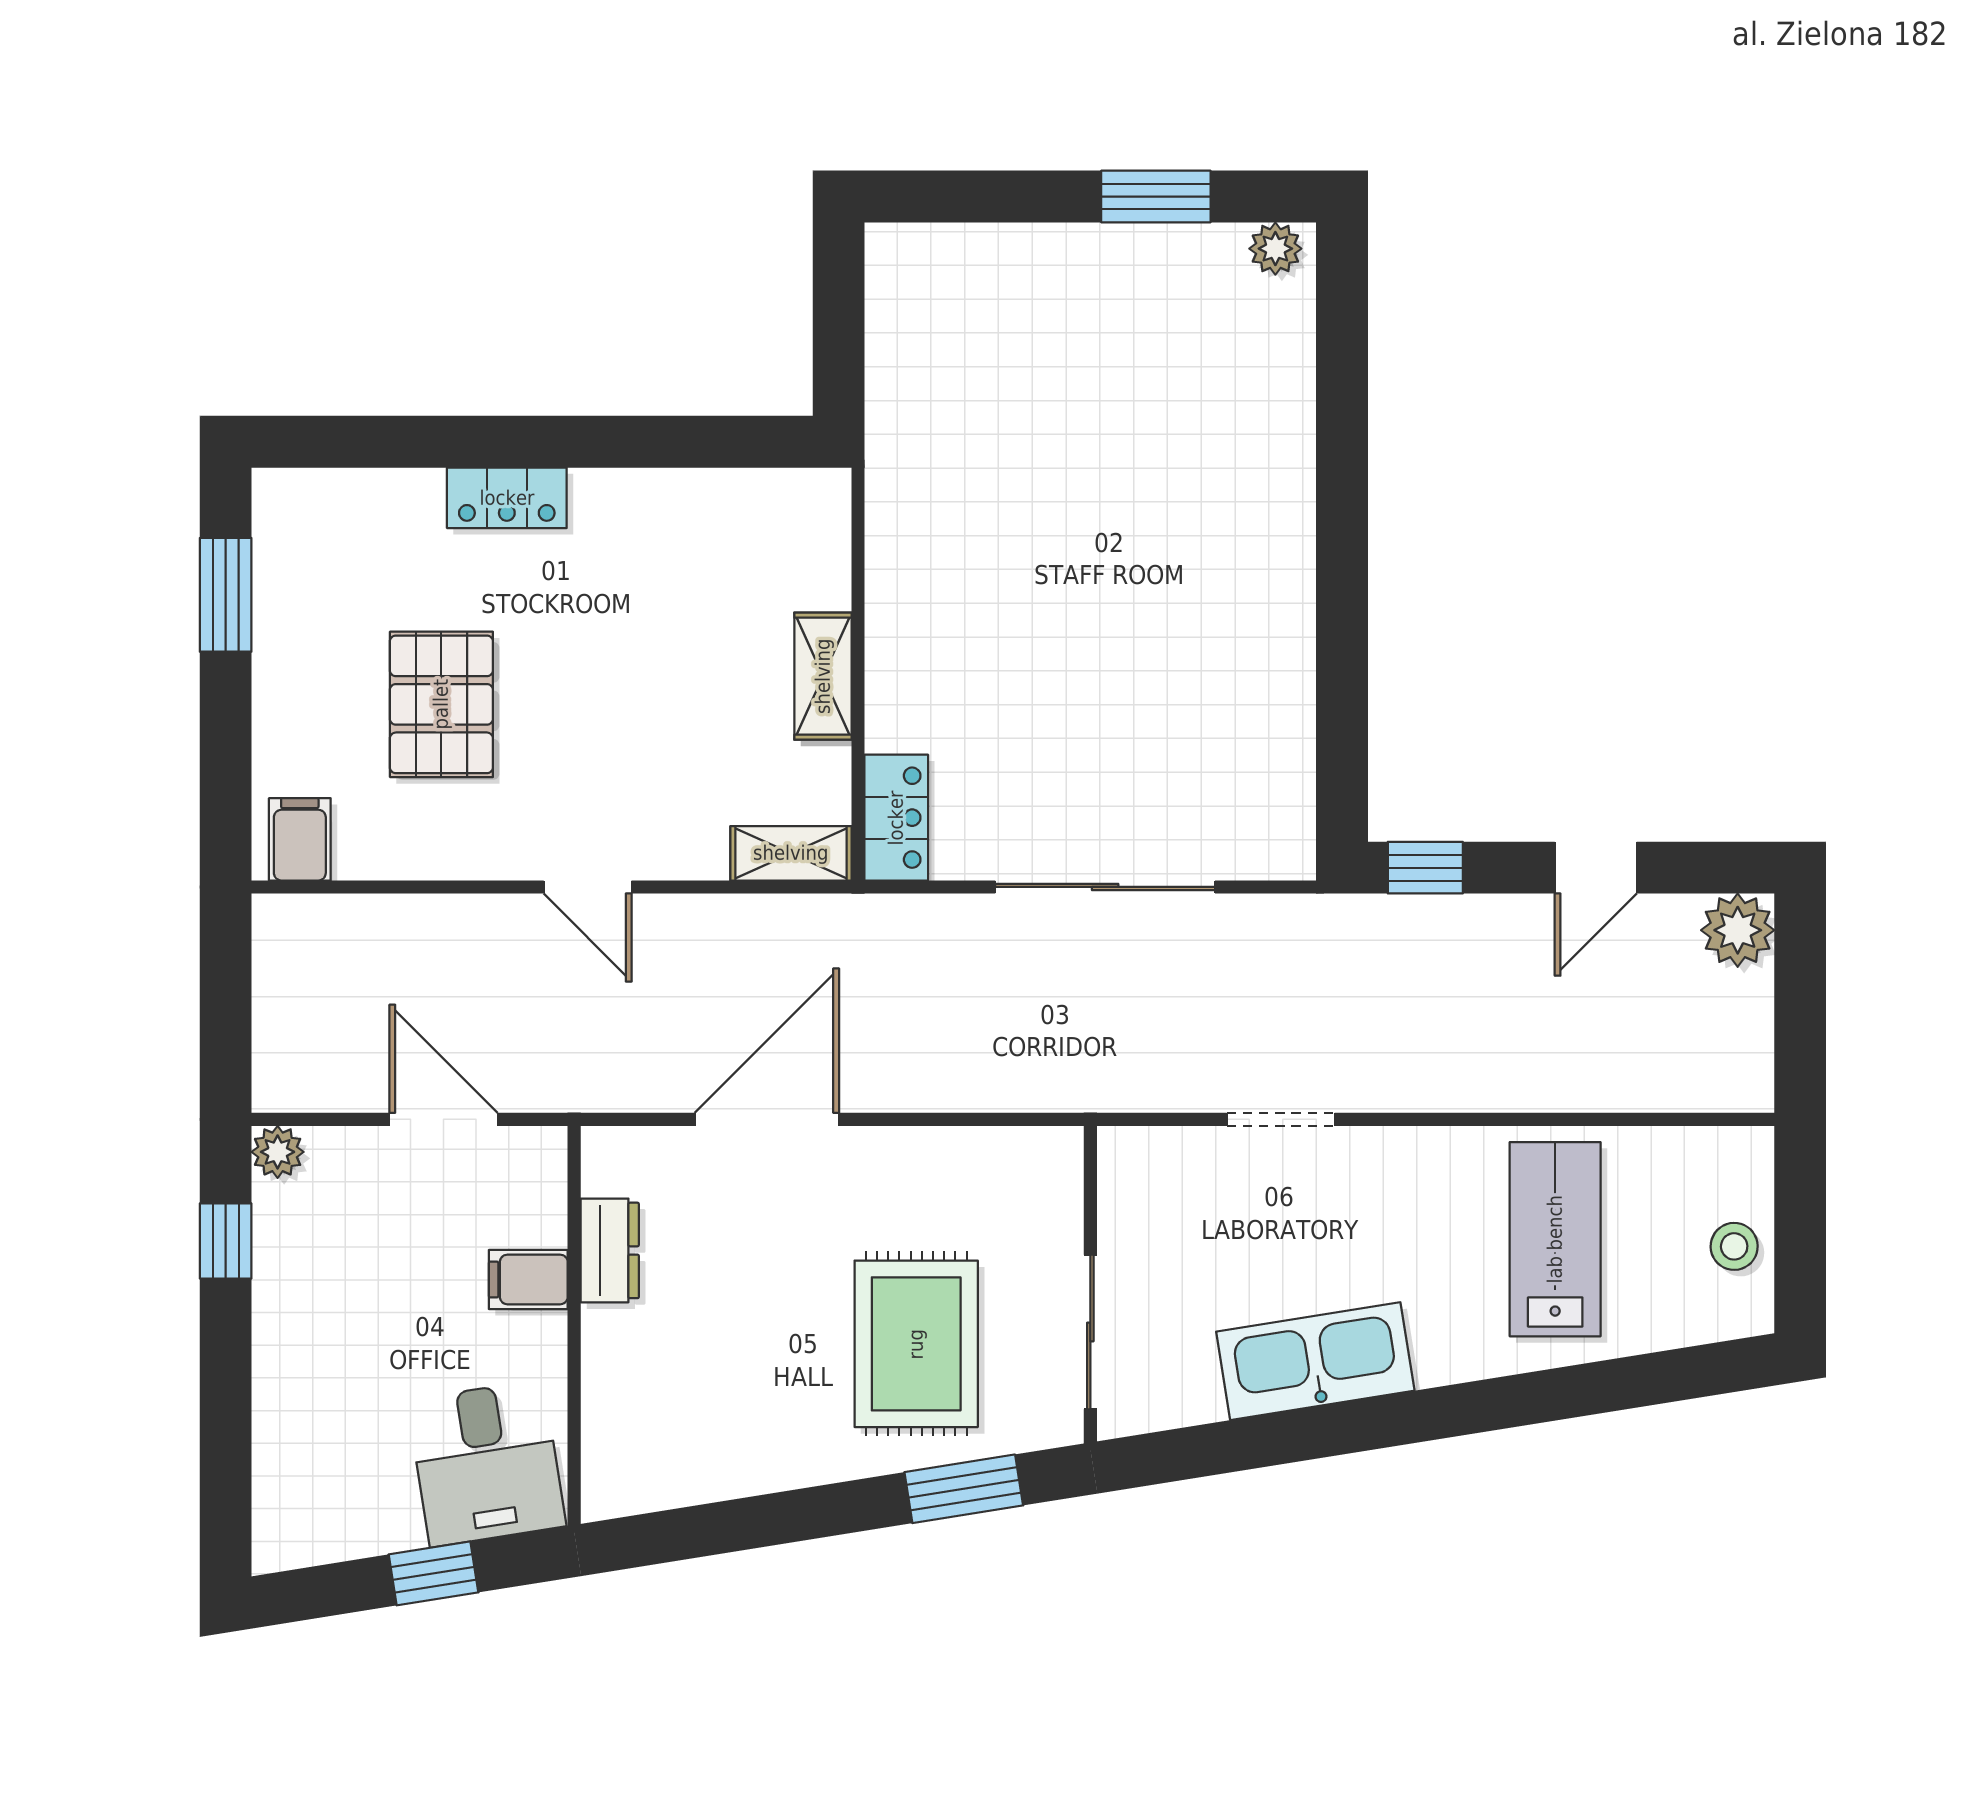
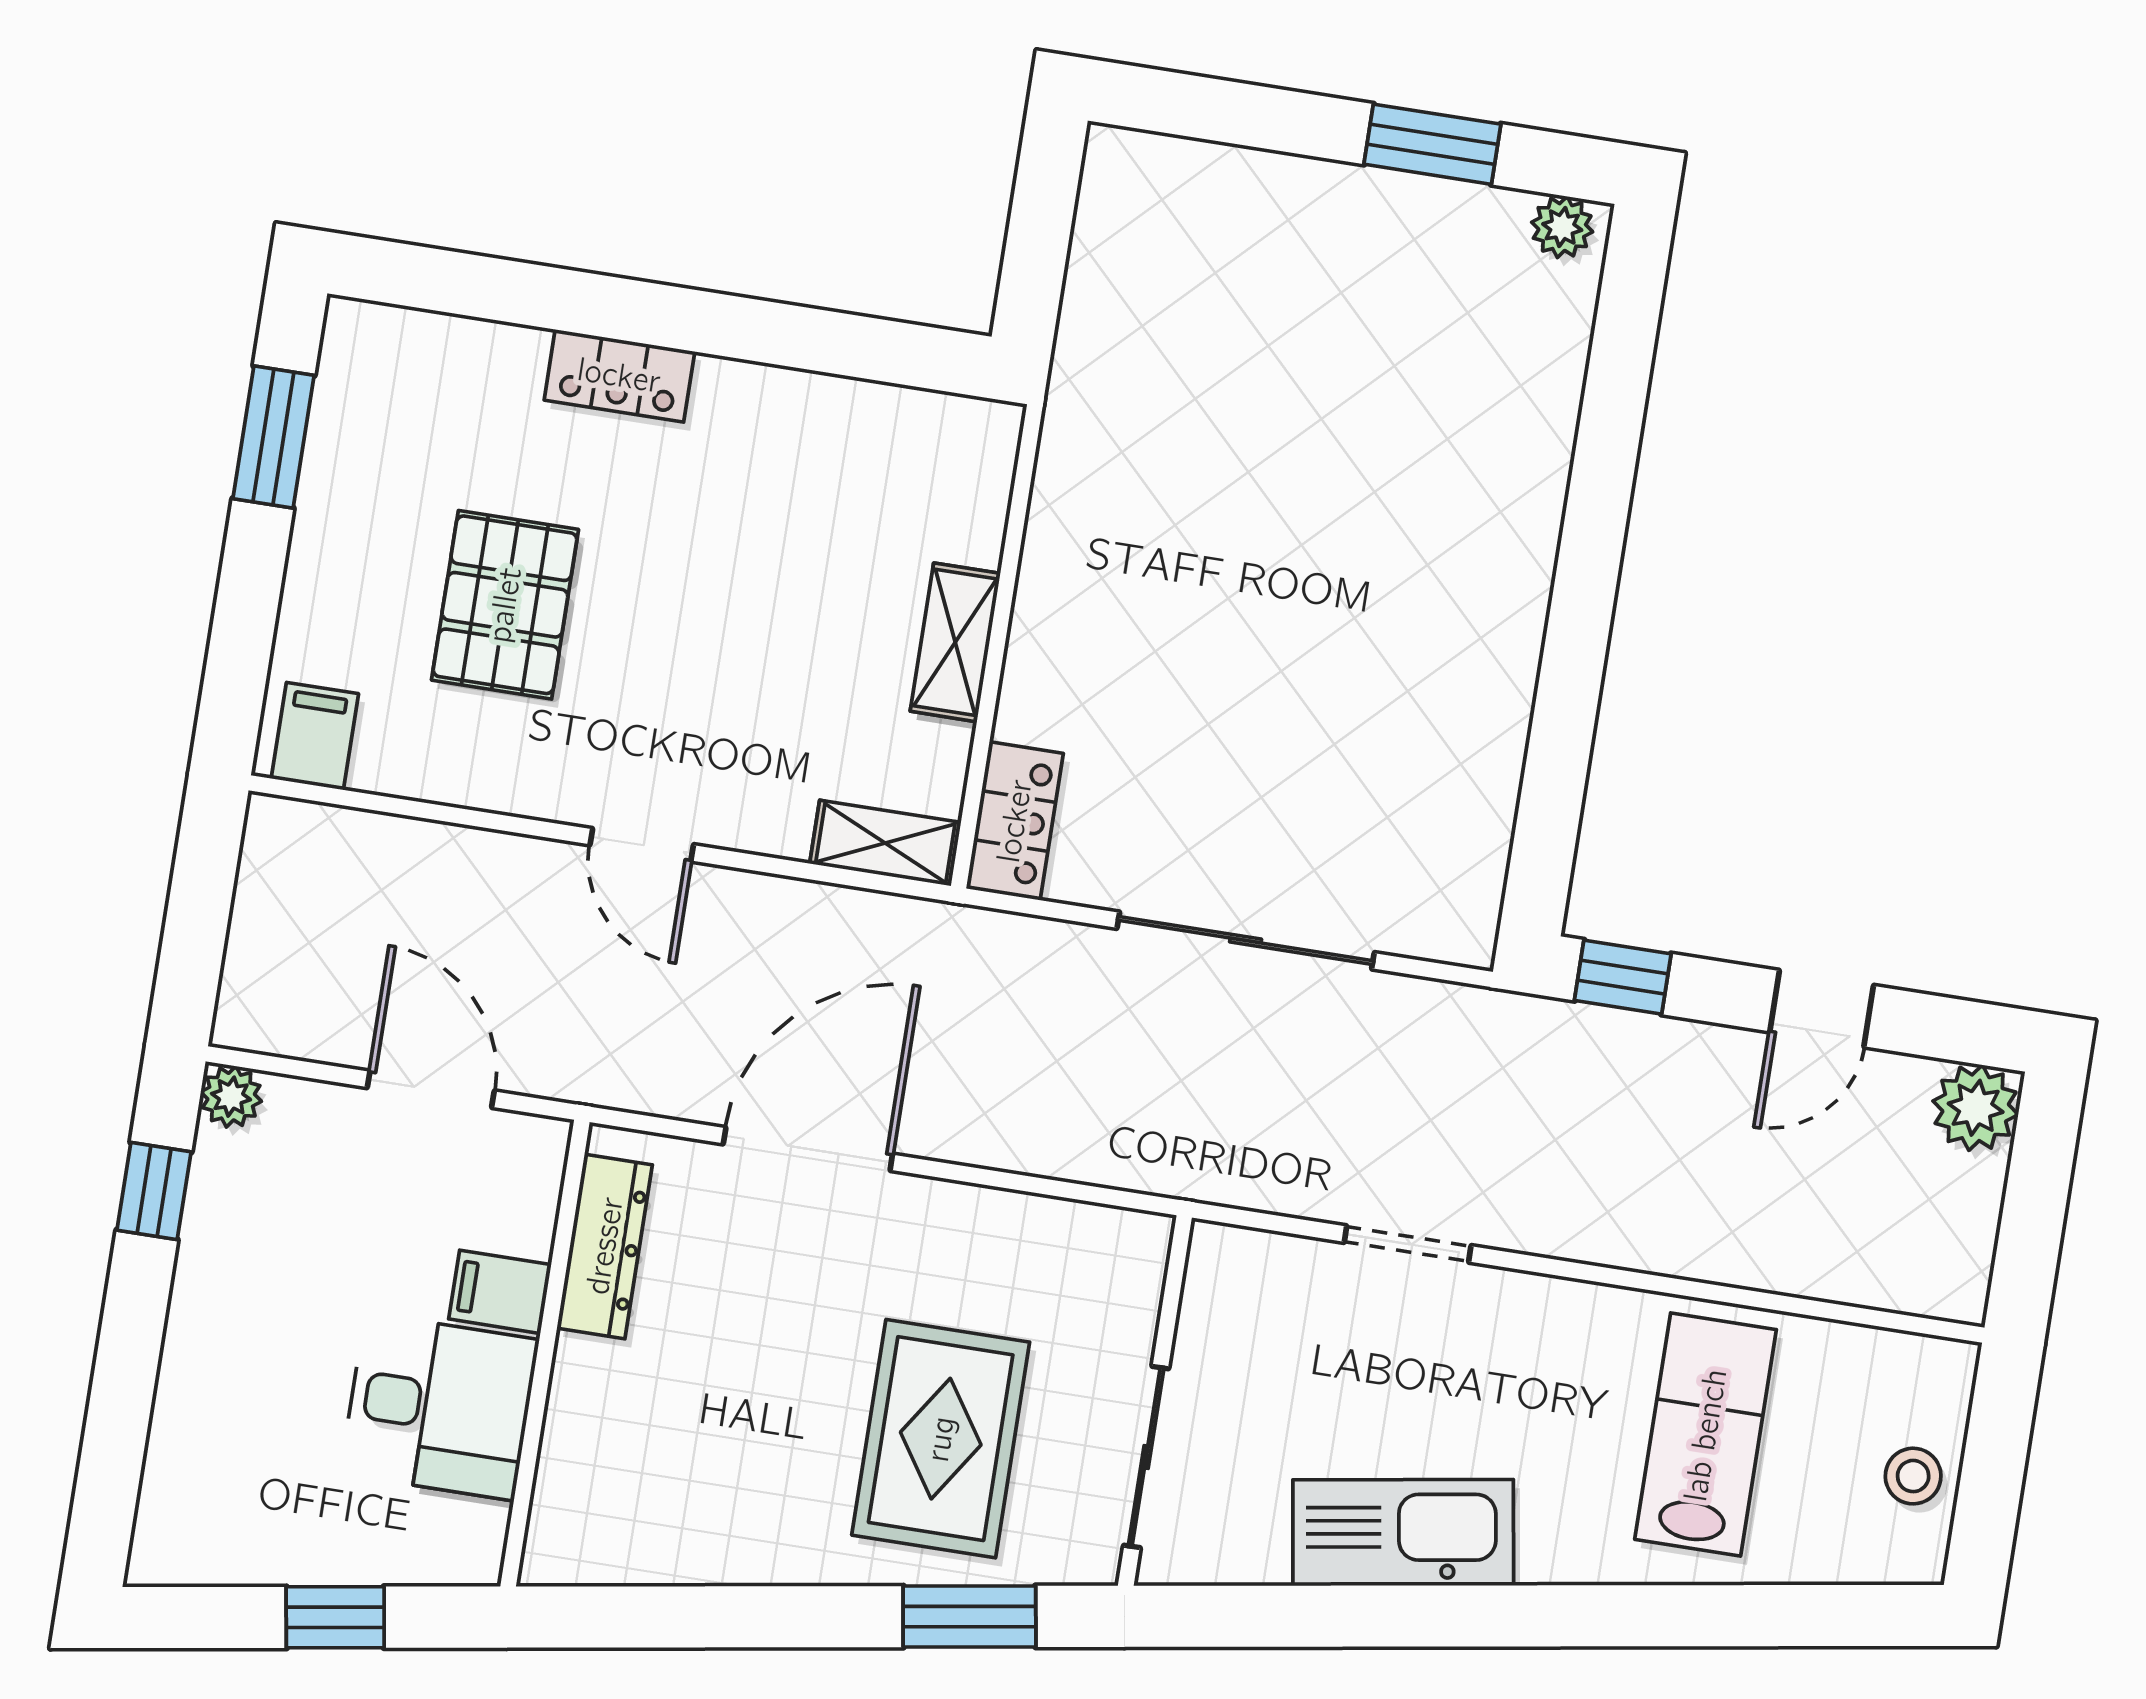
dresser: (610, 1250) -> (605, 1246), width x1.44
desk: (487, 1463) -> (440, 1407), moved, turned -81

